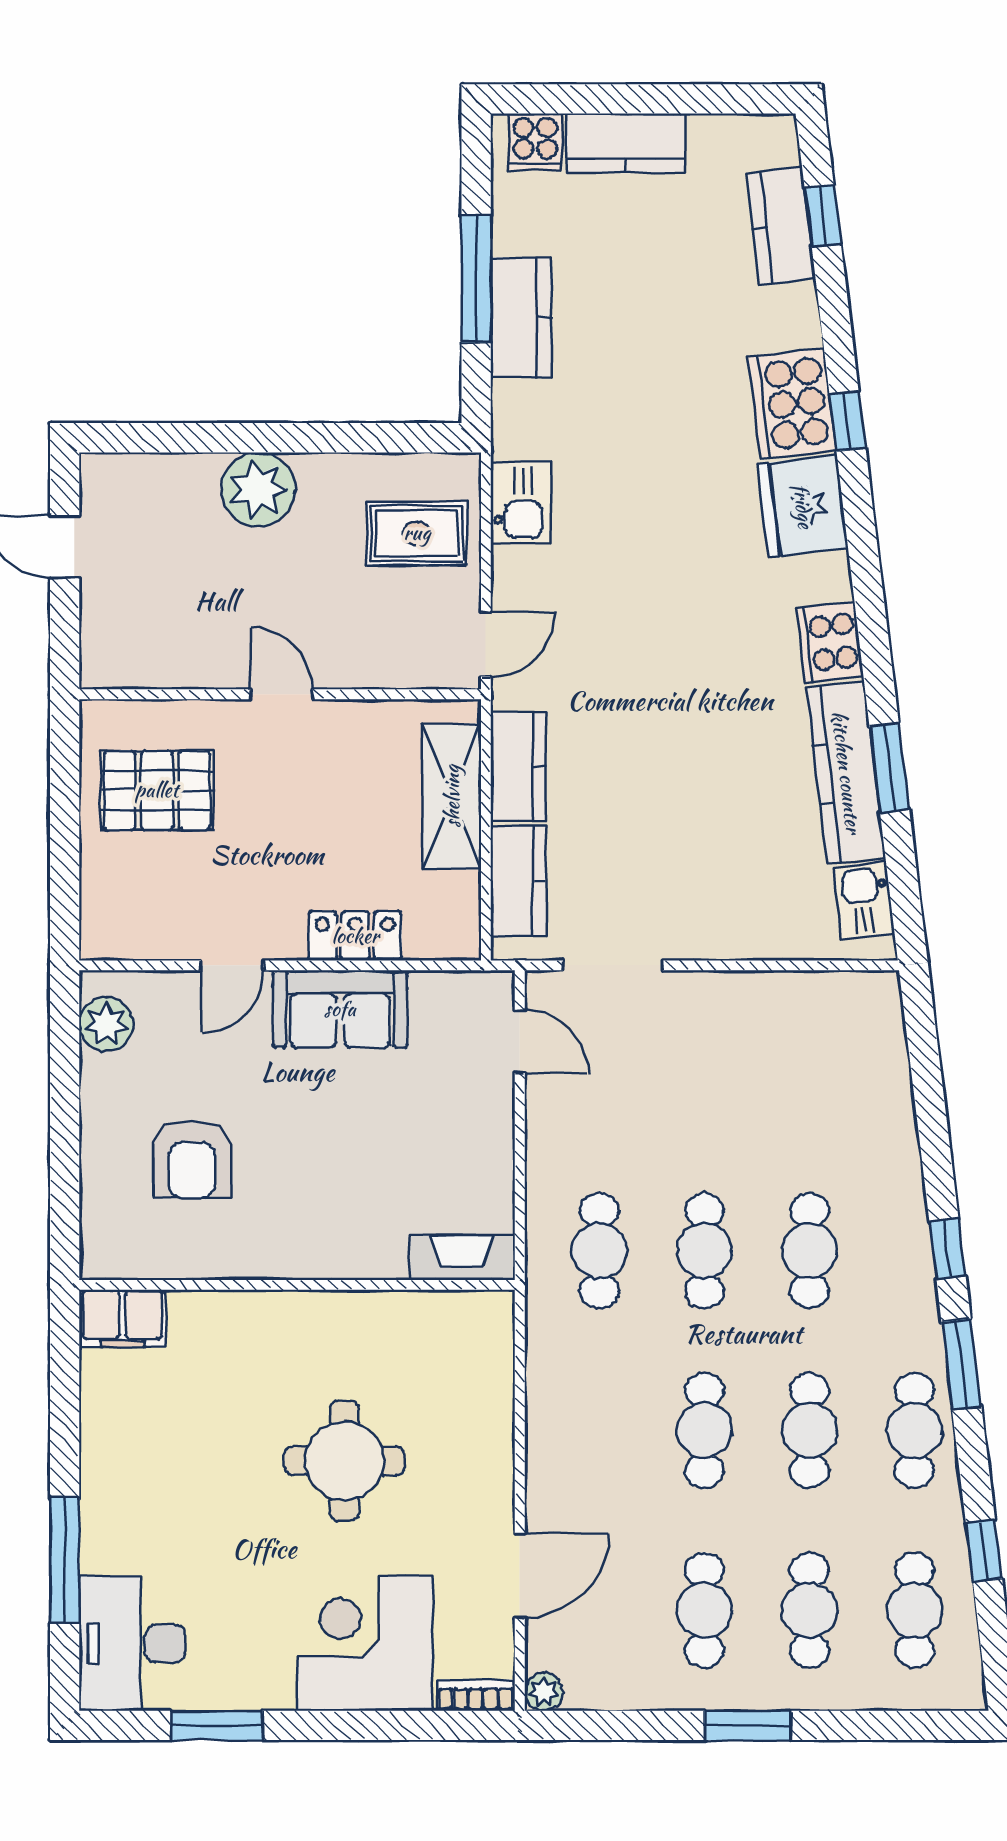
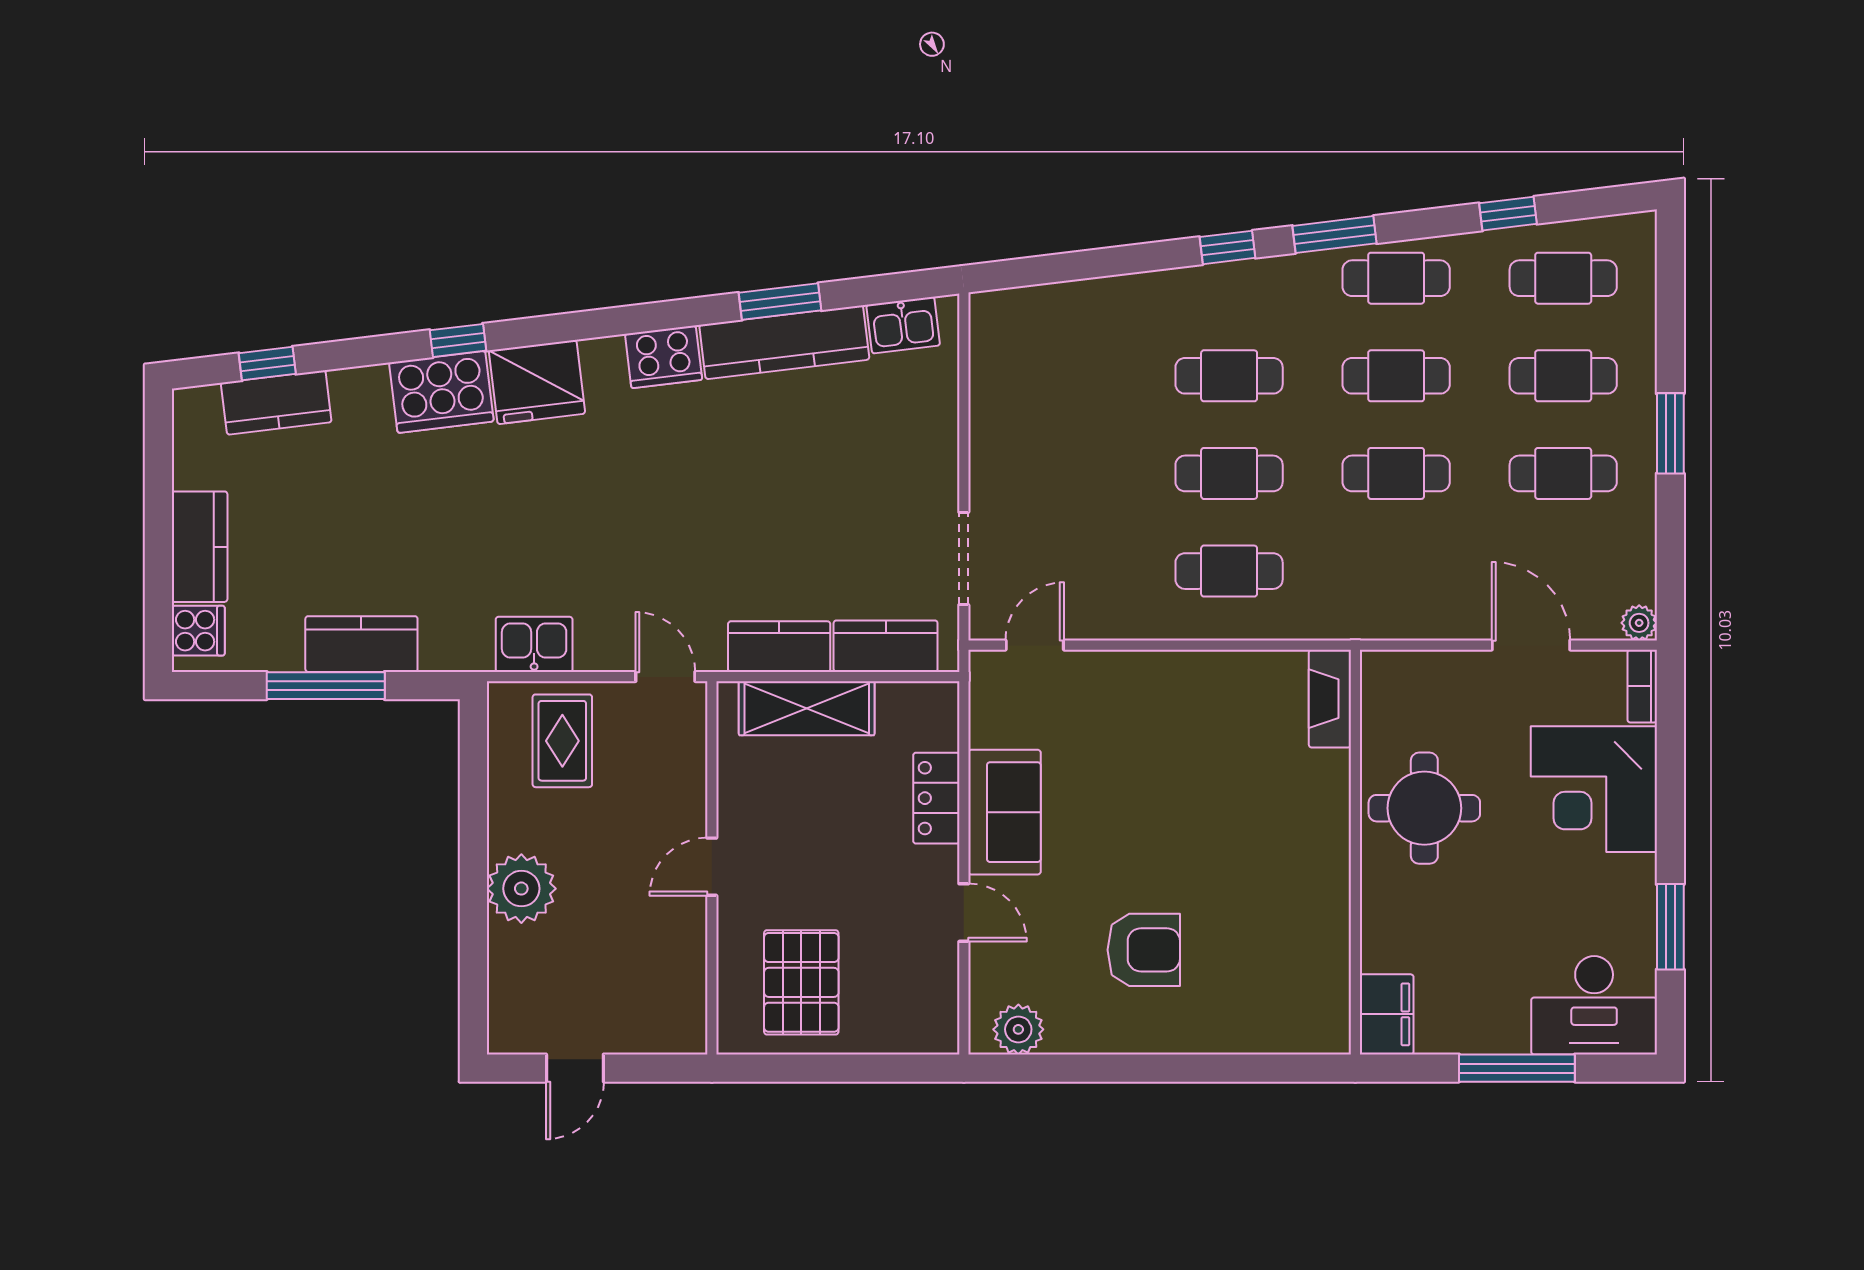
fireplace: (462, 1258) -> (1330, 699), moved
wall: (297, 1285) -> (1355, 852), moved
filing cabinet: (122, 1319) -> (1387, 1014), moved

